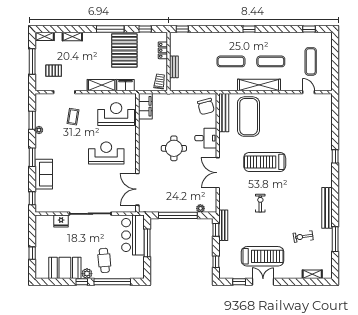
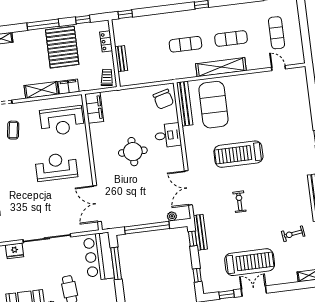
reception desk: (116, 114) -> (62, 121), turned 180
double door: (218, 173) -> (188, 188), moved

